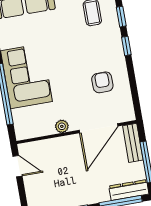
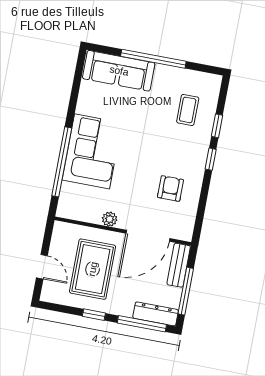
door: (17, 166) -> (42, 267), moved
rug: (63, 173) -> (93, 269), added

